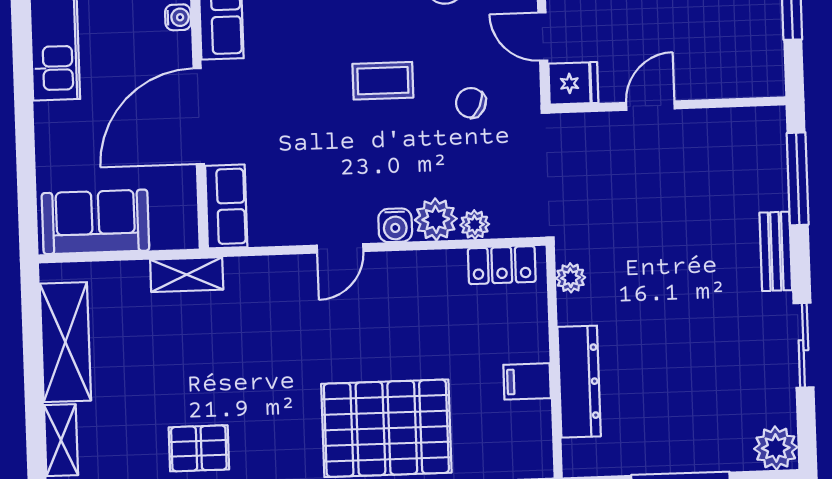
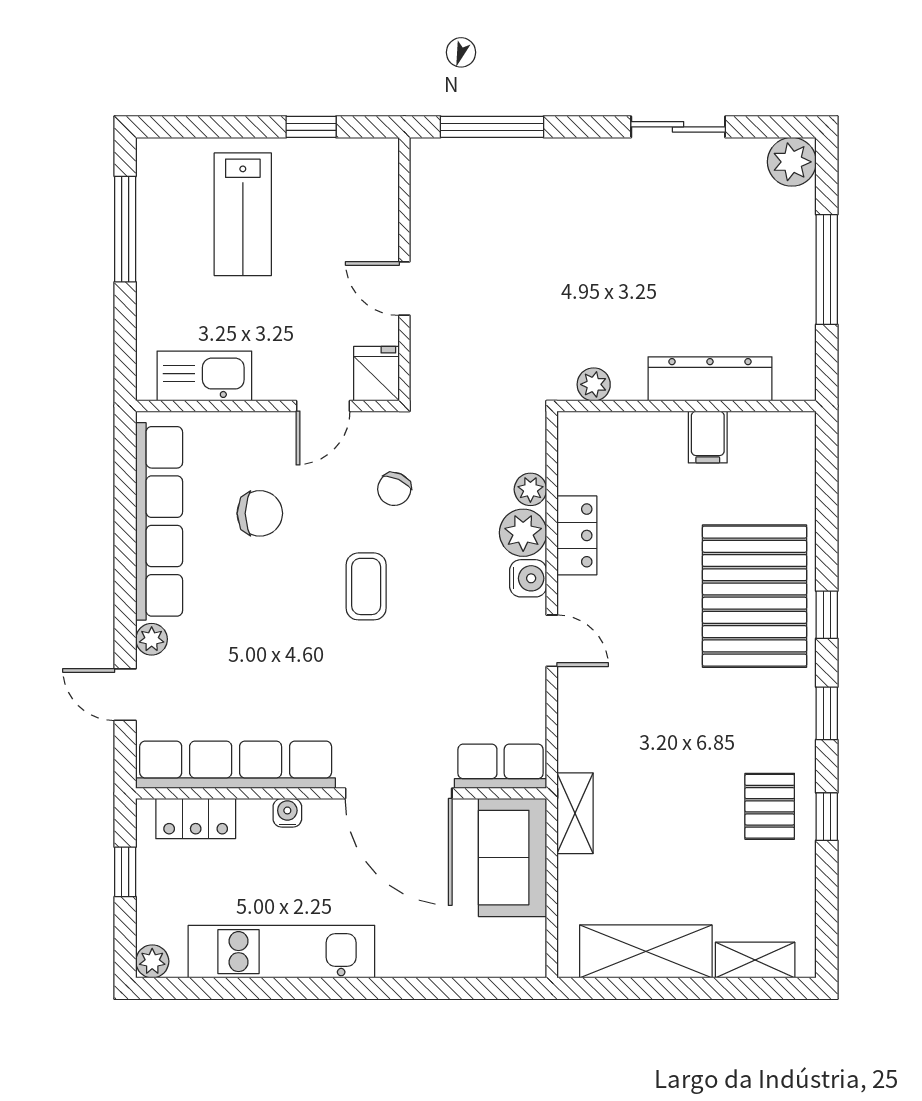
sofa: (95, 222) -> (513, 858), moved
bench: (776, 251) -> (572, 154), removed
locker: (502, 265) -> (577, 535), moved

